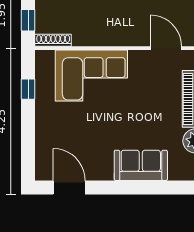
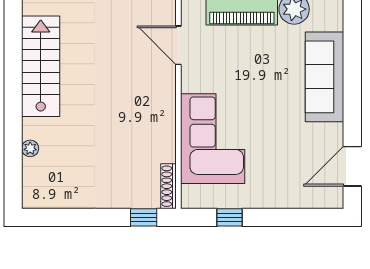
door: (166, 48) -> (178, 45), hinge flipped
sofa: (141, 165) -> (325, 77), width x1.36

